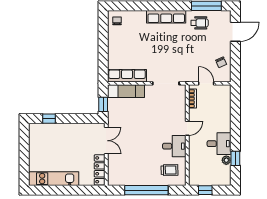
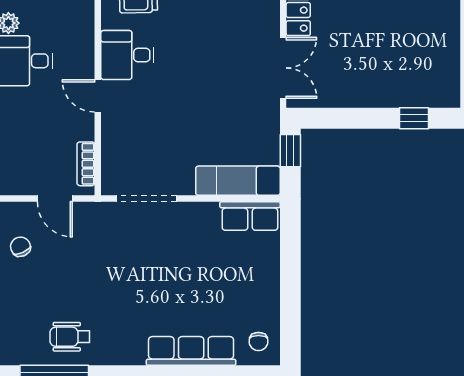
row of seats: (166, 17) -> (191, 351), moved
row of seats: (127, 76) -> (250, 216), width x0.68
door: (187, 128) -> (98, 96), hinge flipped
double door: (106, 141) -> (283, 68), swing flipped

